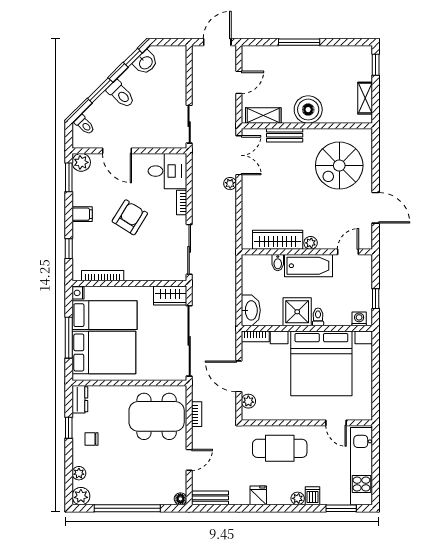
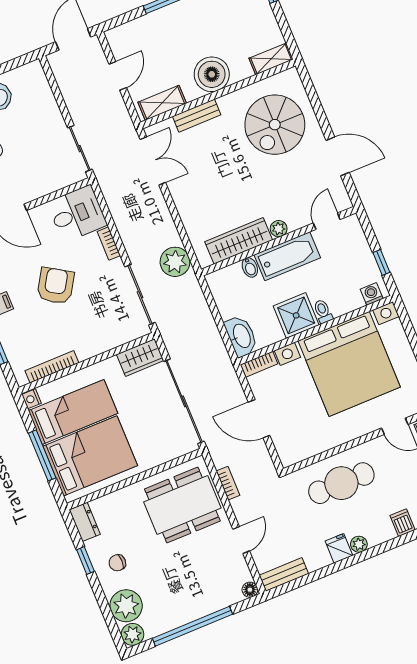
shelving: (365, 98) -> (271, 59), moved, turned 90
plant: (230, 184) -> (175, 262), moved, width x1.88, depth x1.88
plant: (248, 401) -> (282, 443), removed
plant: (79, 473) -> (126, 606), width x1.88, depth x1.88
plant: (298, 498) -> (359, 544), moved

